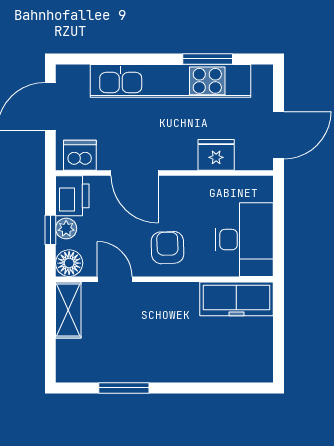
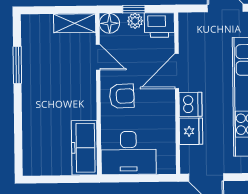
dishwasher: (80, 155) -> (190, 104), moved
door: (115, 279) -> (98, 57), hinge flipped

